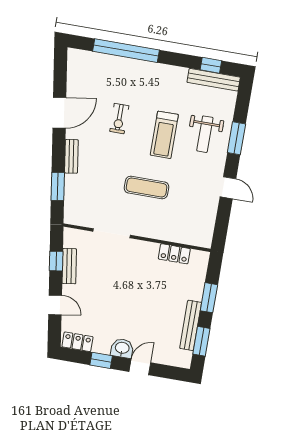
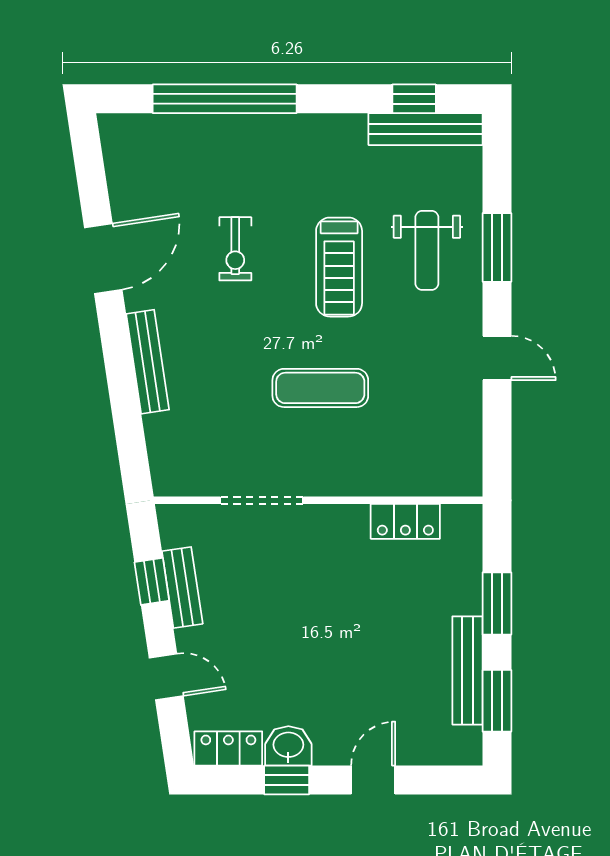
bench: (71, 156) -> (148, 362), width x1.36
window: (58, 186) -> (127, 419), removed
washbasin: (122, 348) -> (288, 746), moved

